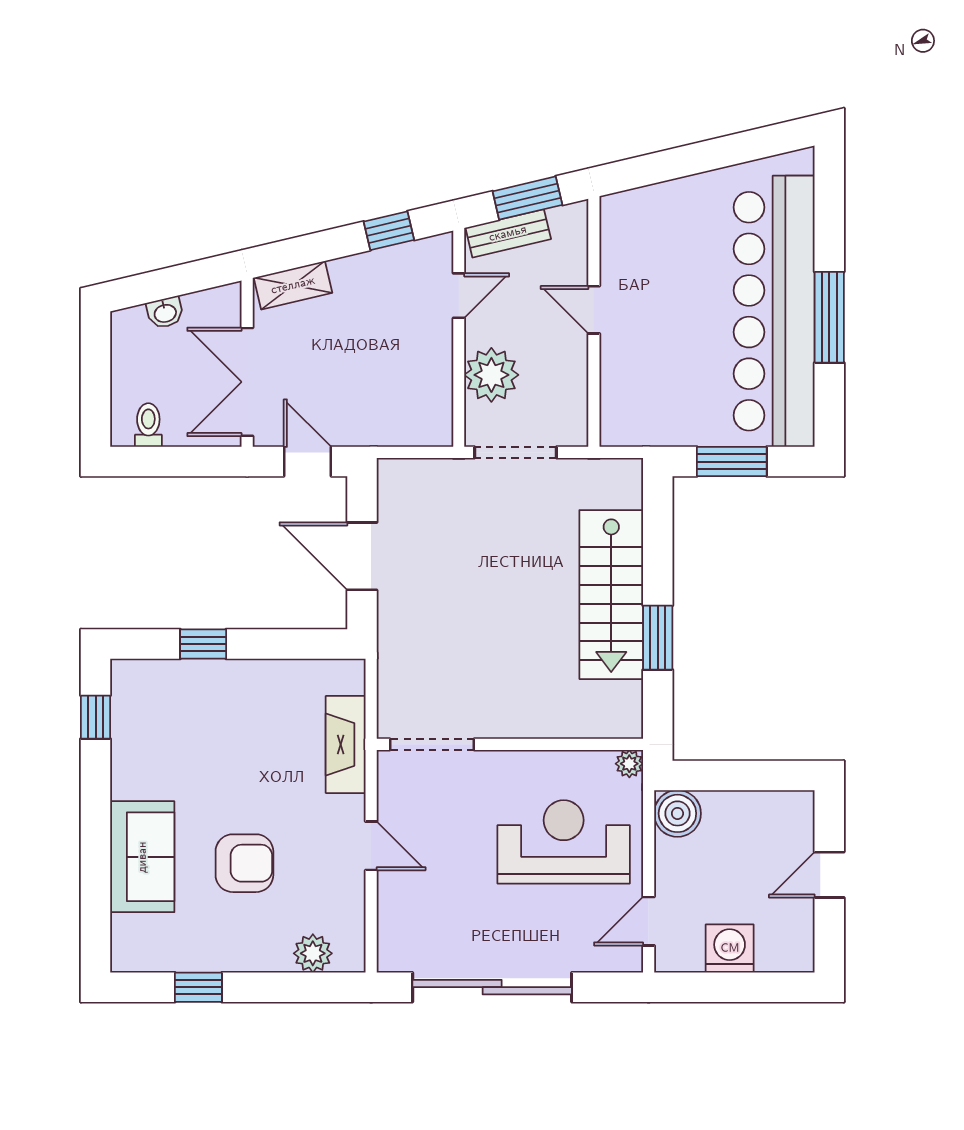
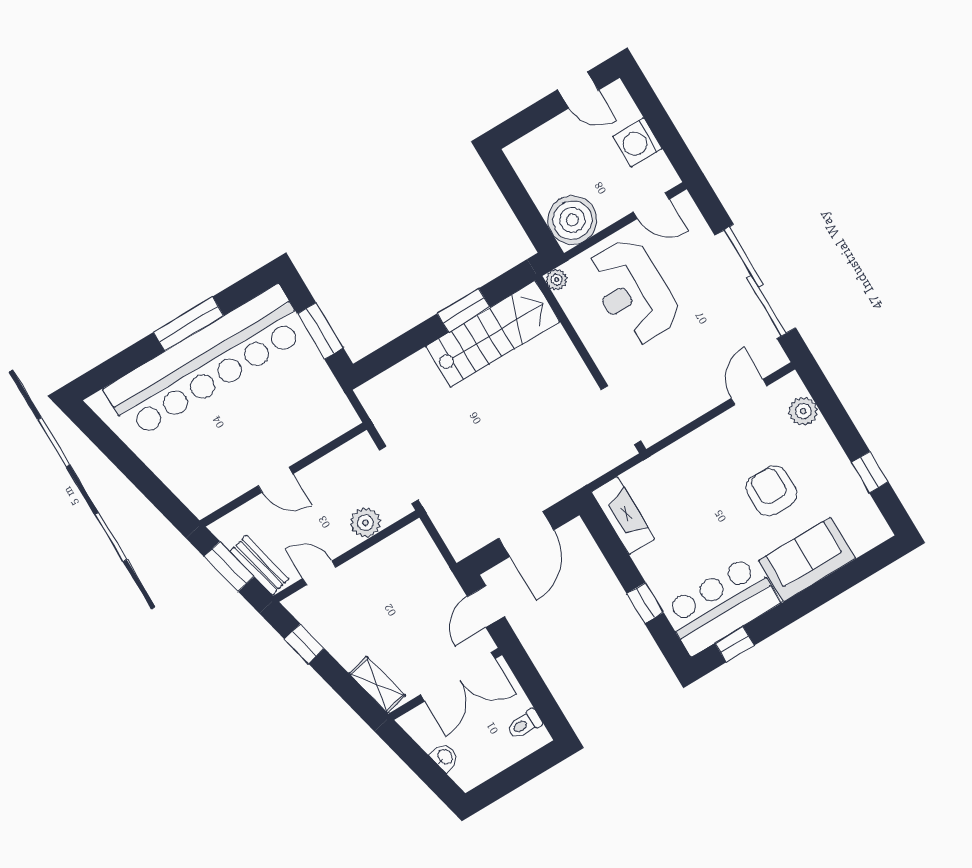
door: (594, 310) -> (276, 480), hinge flipped
plant: (491, 375) -> (365, 523), width x0.73, depth x0.73
stairs: (611, 595) -> (493, 334), moved
bar counter: (149, 728) -> (721, 605), added
fireplace: (346, 744) -> (623, 516), moved, turned -90
boiler: (677, 813) -> (572, 220), width x1.37, depth x1.37
door: (371, 846) -> (749, 392), moved
door: (829, 875) -> (578, 90), moved

